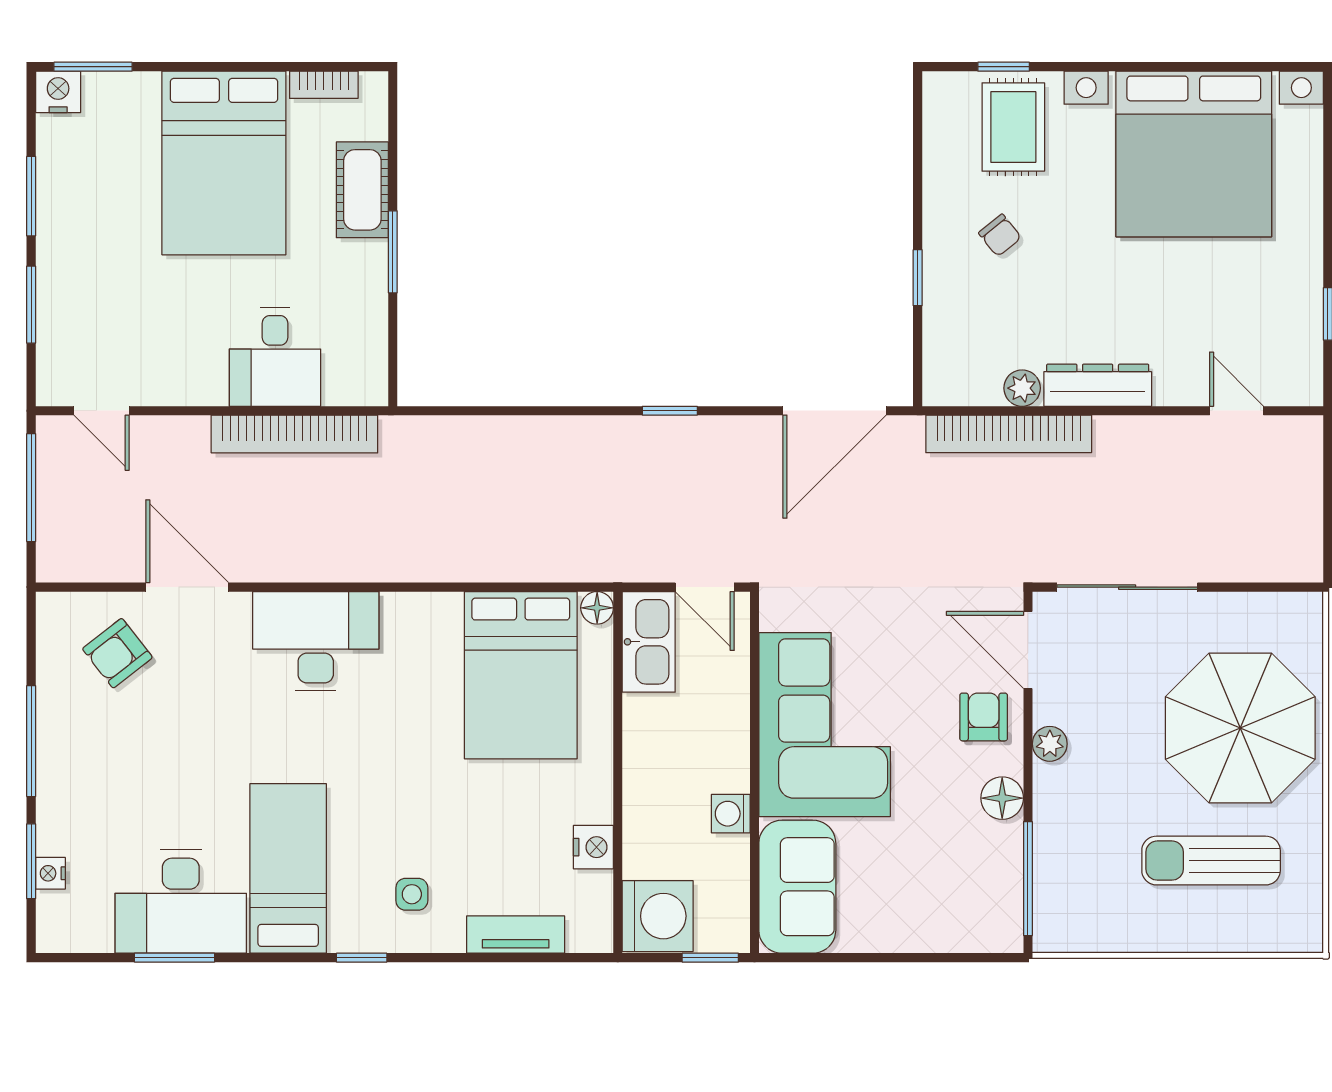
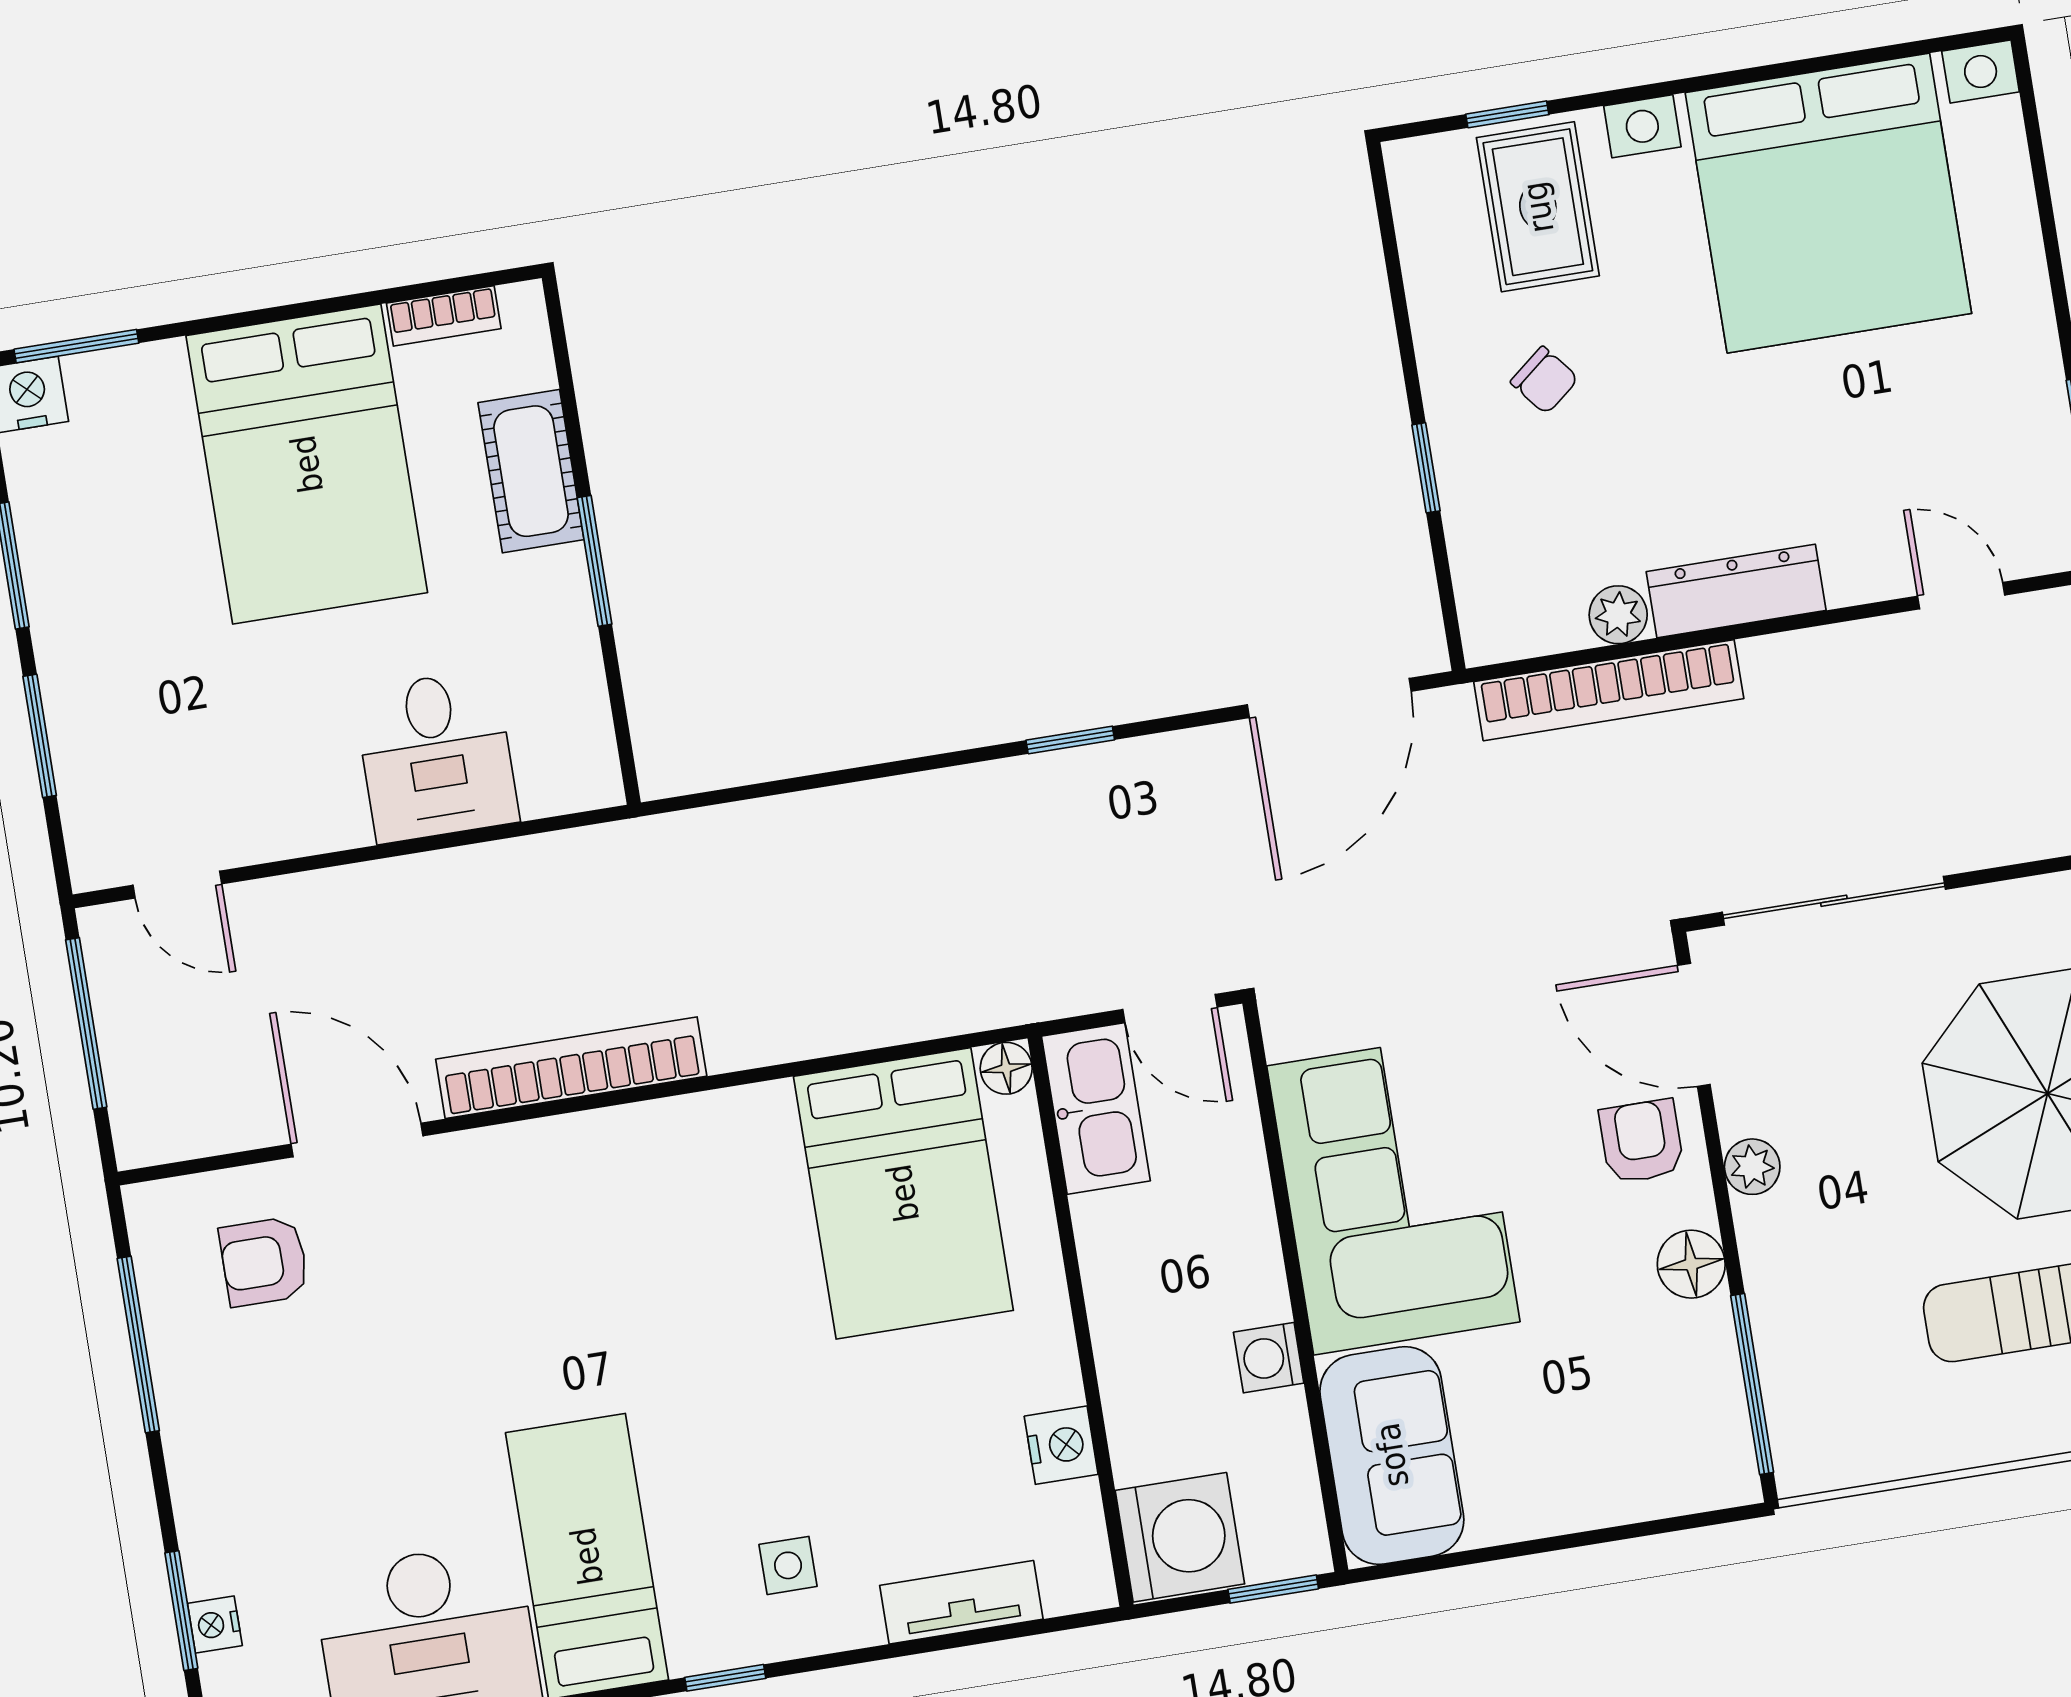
bookcase: (294, 434) -> (571, 1068), moved, turned 180
desk: (316, 641) -> (573, 1192), removed
armchair: (117, 653) -> (264, 1262), turned 38
window: (31, 741) -> (138, 1344), moved

